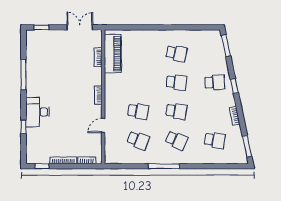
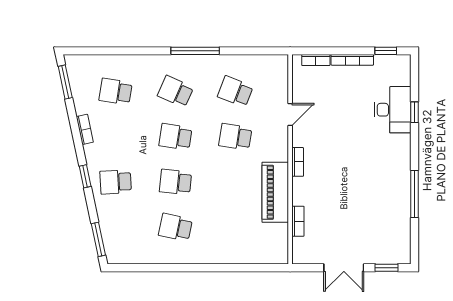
double door: (80, 27) -> (344, 268), moved
piano: (113, 54) -> (275, 192), moved
desk: (37, 112) -> (393, 110), moved

